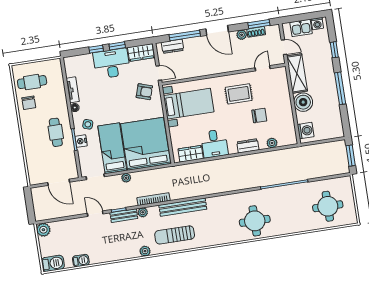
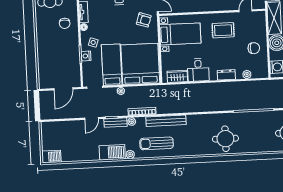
chair: (29, 103) -> (65, 23), moved
chair: (259, 116) -> (254, 48), moved
cafe table: (56, 132) -> (66, 46), removed
door: (59, 182) -> (63, 89), hinge flipped
door: (95, 214) -> (92, 118), swing flipped
plant: (43, 230) -> (46, 127), removed
barbecue: (81, 261) -> (112, 152), moved, width x1.88, depth x1.53

